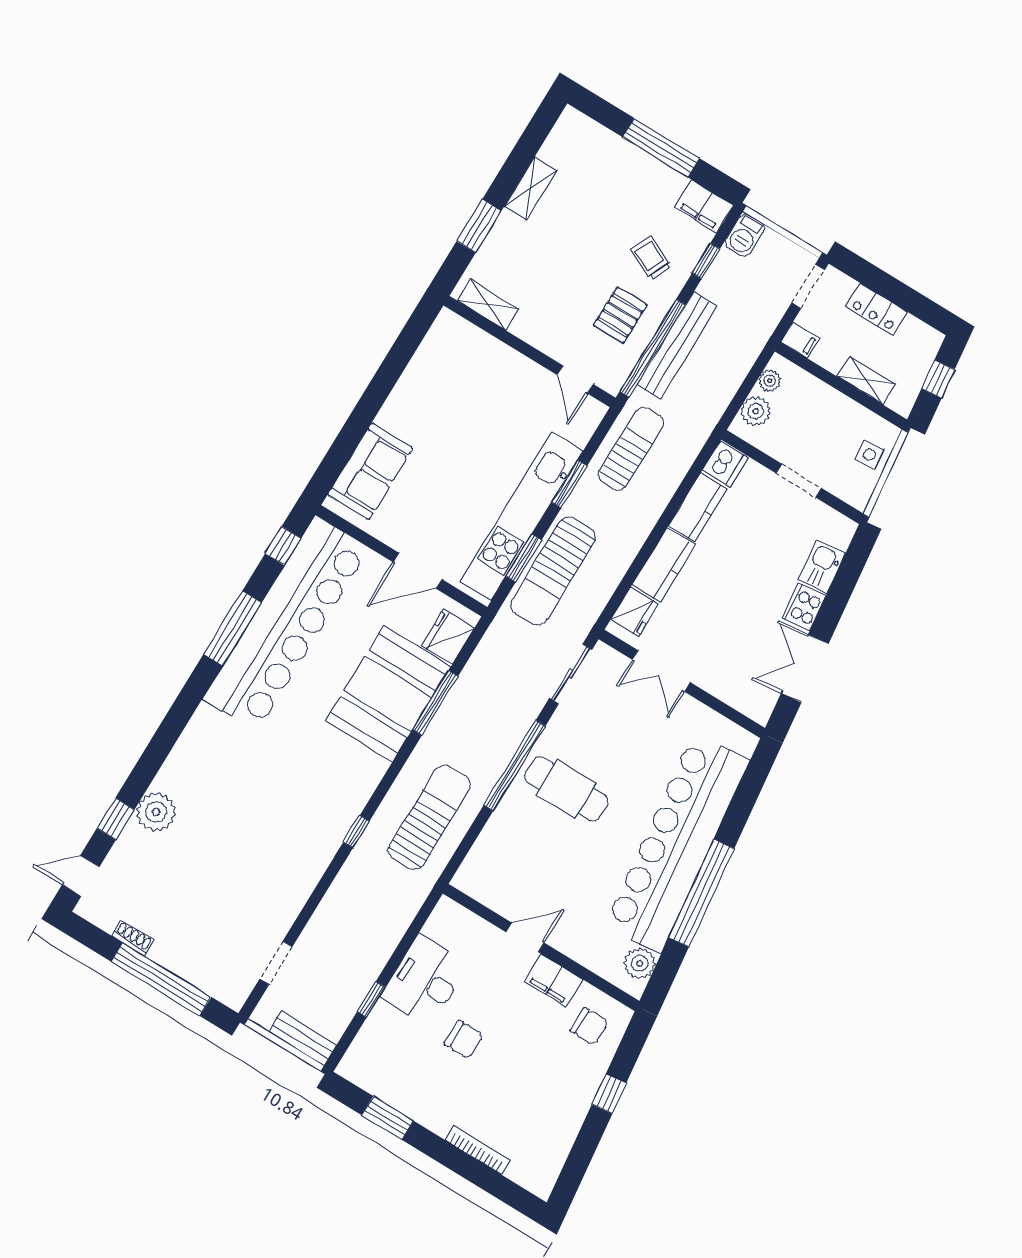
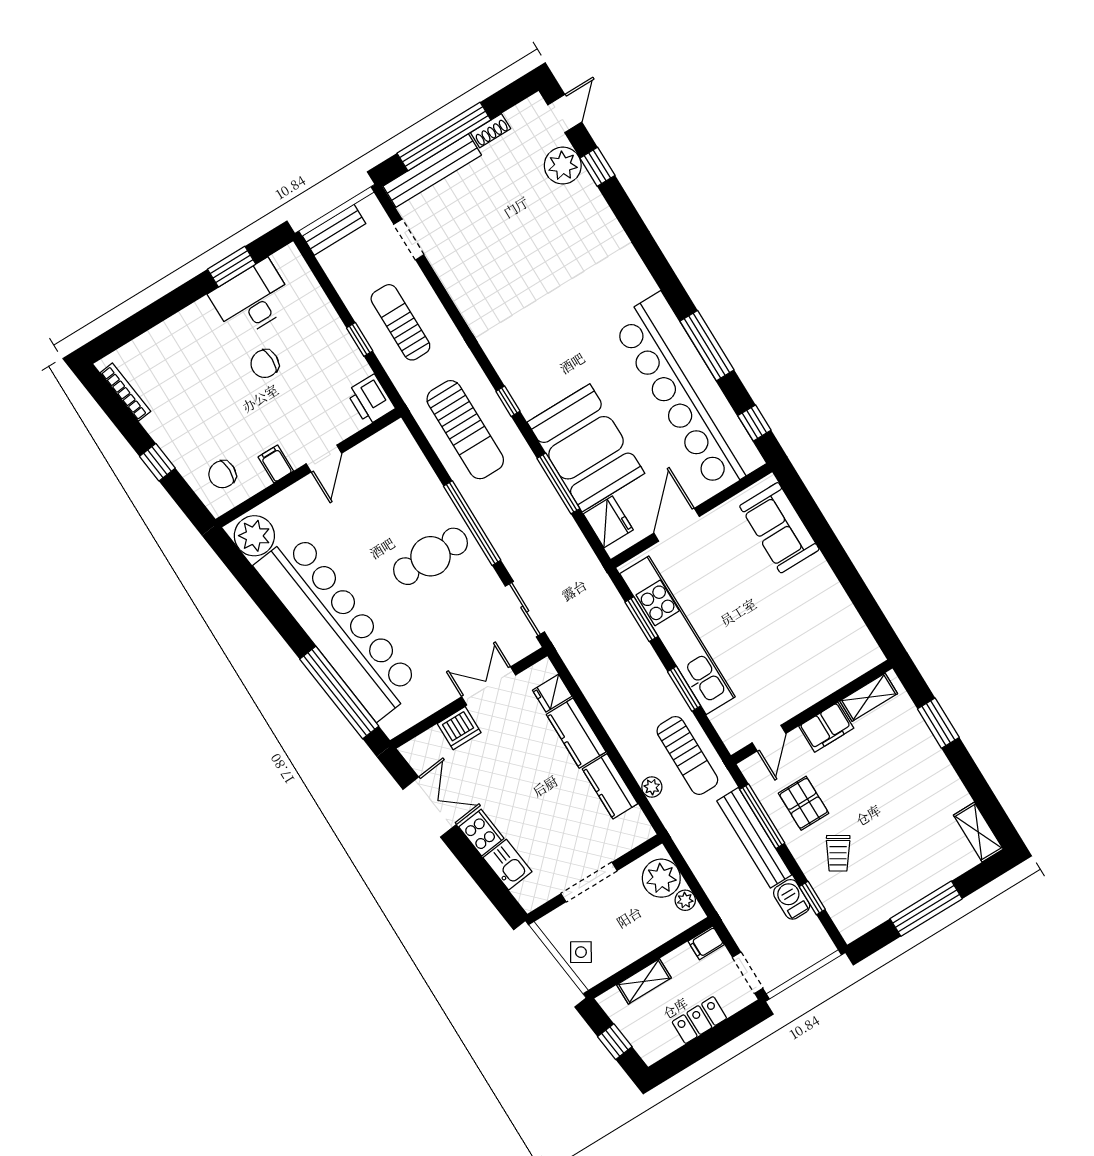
shelving: (531, 188) -> (978, 832), moved
filing cabinet: (704, 206) -> (826, 727), moved, turned 180
barbecue: (745, 235) -> (792, 899), moved
trolley: (651, 258) -> (838, 853), turned 97
window: (653, 348) -> (762, 816), width x0.68
door: (575, 380) -> (769, 738), swing flipped
plant: (756, 411) -> (661, 878), width x1.36, depth x1.36
side table: (869, 455) -> (581, 952), turned 37
dishwasher: (725, 464) -> (459, 728), moved, turned -90
plant: (678, 467) -> (652, 787), added
doorway: (799, 481) -> (589, 882), width x1.38
sun lounger: (553, 571) -> (400, 322), moved, width x0.73, depth x0.75
fridge: (635, 612) -> (552, 693), width x0.72
plant: (156, 812) -> (563, 166), moved
window: (356, 832) -> (508, 401), moved
window: (701, 893) -> (339, 693), moved
printer: (447, 921) -> (371, 400), added
plant: (640, 963) -> (254, 536), width x1.36, depth x1.36
bench: (199, 974) -> (432, 171), added
desk: (424, 980) -> (252, 299), moved, turned -90
filing cabinet: (553, 981) -> (276, 464), width x0.50
window: (371, 999) -> (360, 339), moved
bookcase: (477, 1150) -> (125, 392), moved, turned -97

